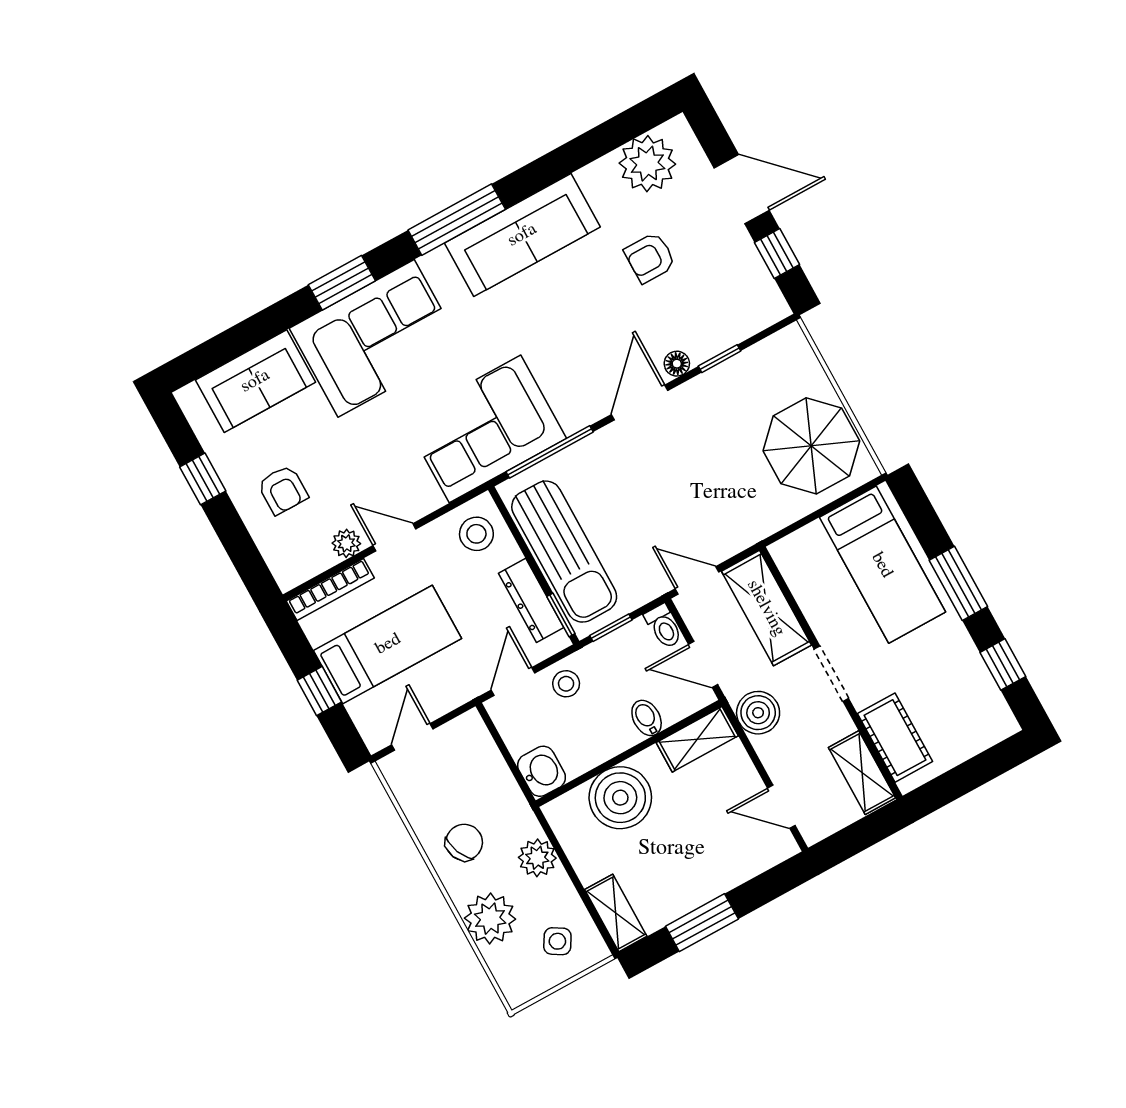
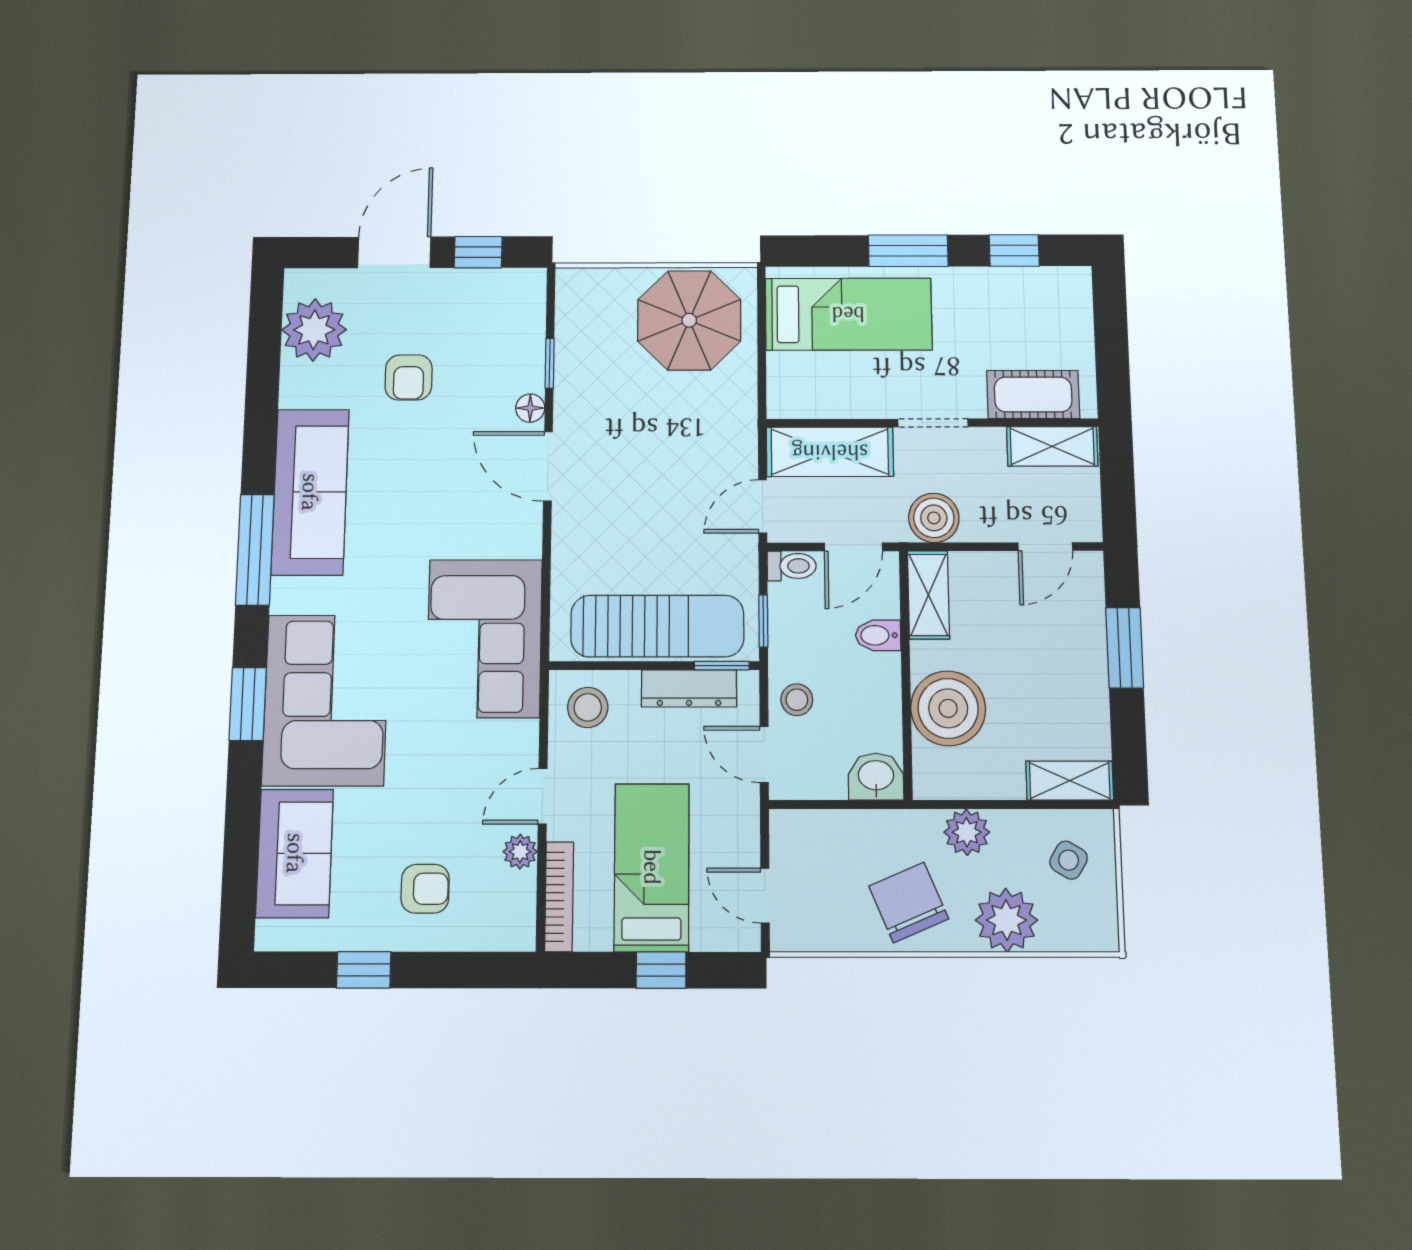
window: (550, 452) -> (546, 585), removed
chair: (464, 842) -> (909, 902), width x1.37, depth x1.37
window: (702, 923) -> (1125, 648), moved

